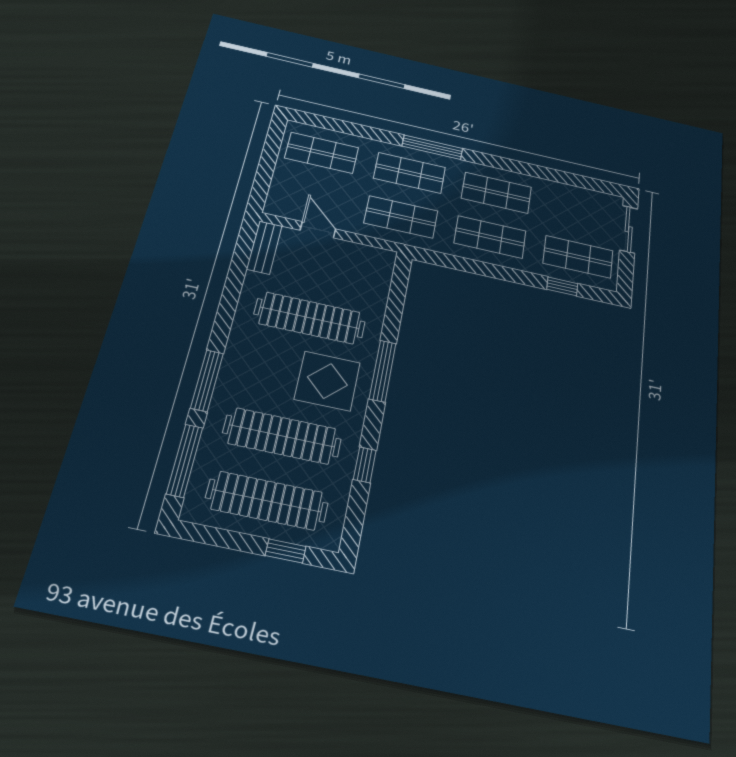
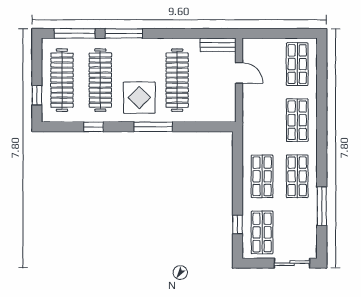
window: (432, 147) -> (322, 206), moved
shop shelf: (401, 217) -> (262, 120), removed
door: (318, 230) -> (239, 73), hinge flipped

